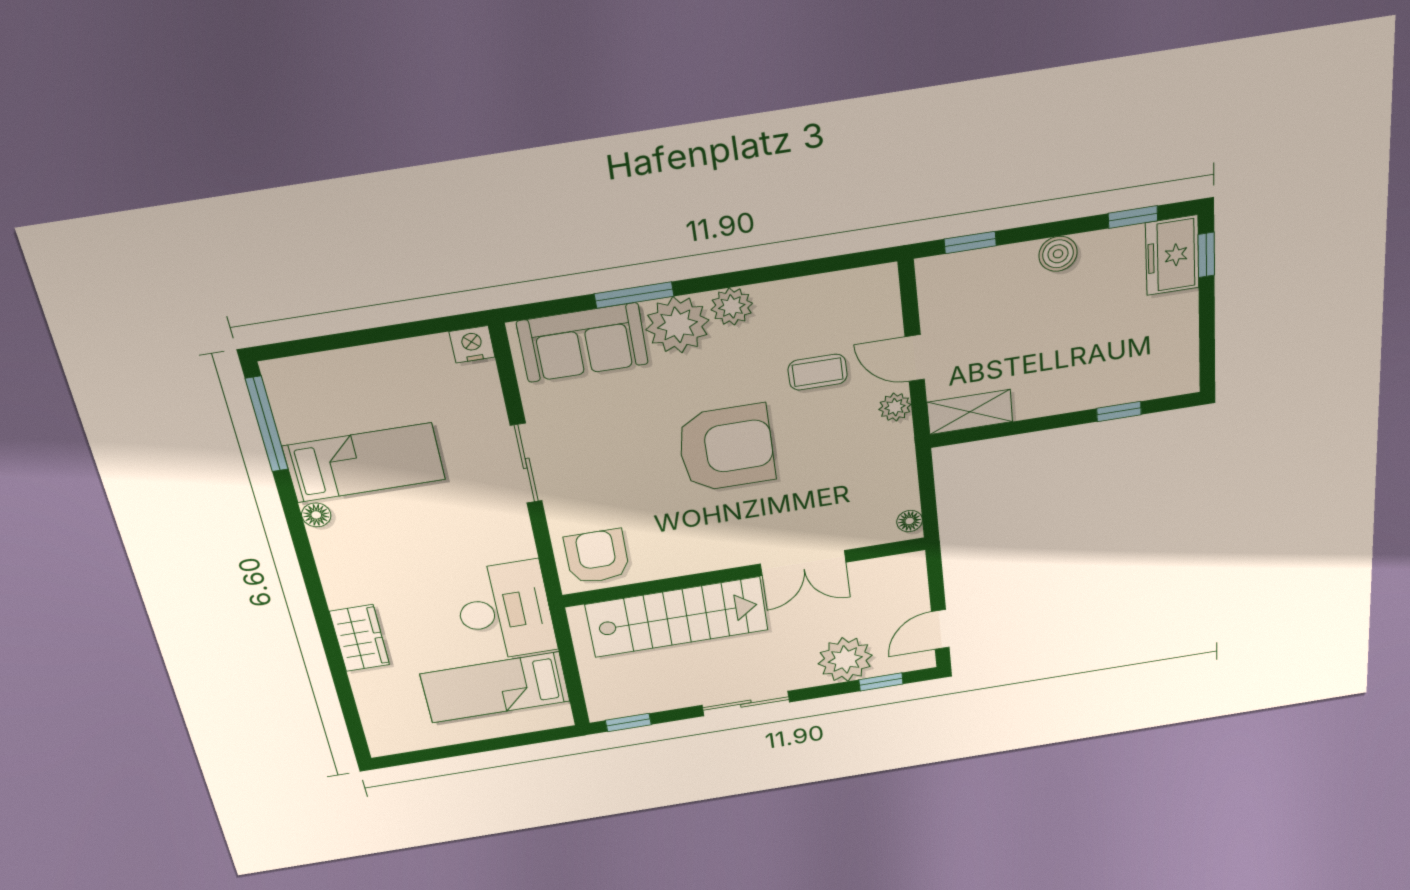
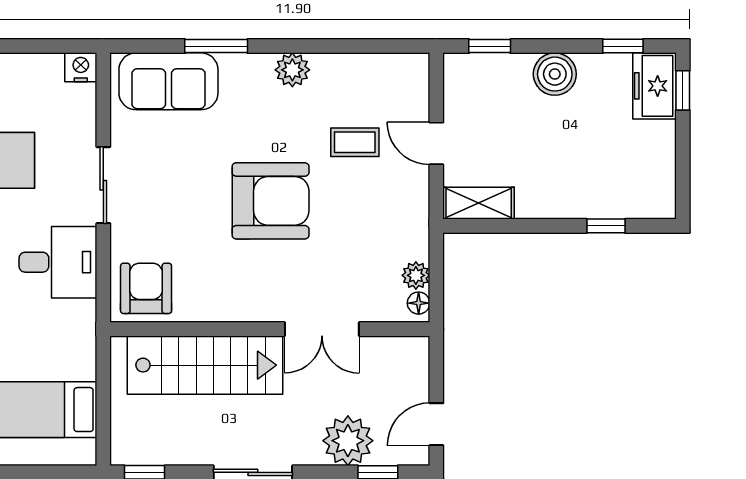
boiler: (1058, 254) -> (555, 74), width x1.36, depth x1.36
plant: (677, 325) -> (247, 79), removed
plant: (895, 407) -> (416, 275), moved
desk: (505, 611) -> (58, 262), moved, width x0.73

